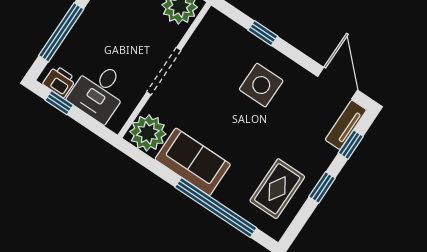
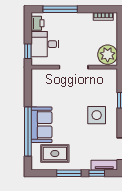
window: (59, 103) -> (28, 51), moved
plant: (148, 133) -> (41, 78), removed
sofa: (193, 162) -> (41, 125), moved
window: (322, 187) -> (69, 173), width x1.50

